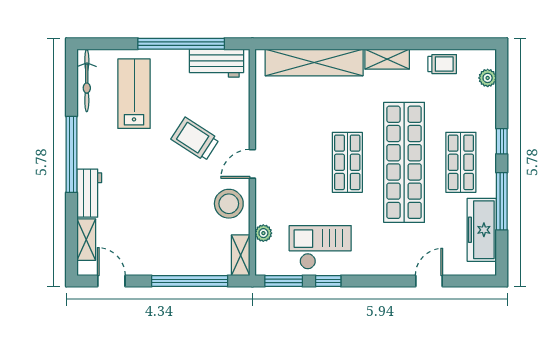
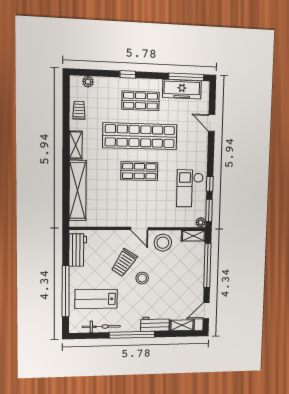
window: (181, 44) -> (66, 291), moved
bicycle: (87, 80) -> (101, 327), moved
stool: (169, 170) -> (142, 278), added
window: (502, 201) -> (186, 77), moved
plant: (263, 233) -> (201, 222), moved

